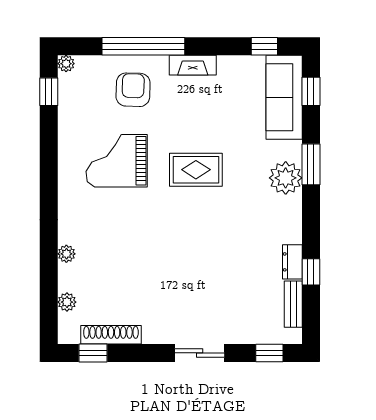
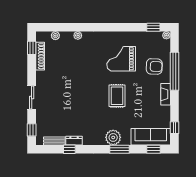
grand piano: (117, 161) -> (121, 59), turned -90

